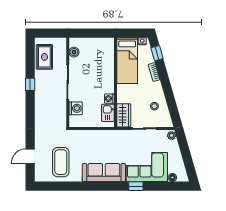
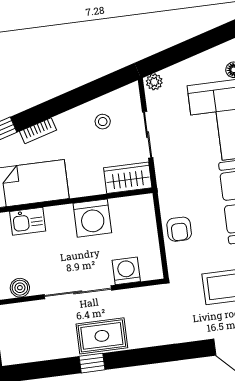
rug: (44, 57) -> (102, 336), moved
washing machine: (109, 99) -> (92, 218), width x1.89, depth x1.89
kitchen sink: (108, 113) -> (28, 221), moved
armchair: (94, 139) -> (179, 229), added

